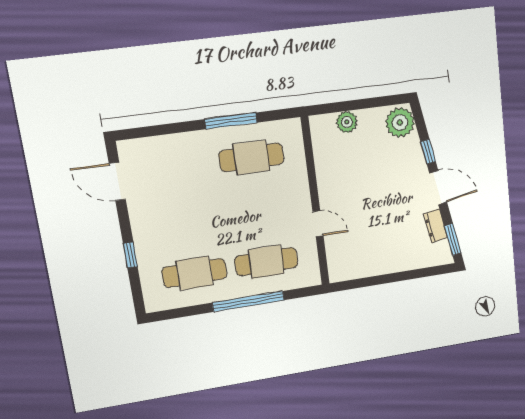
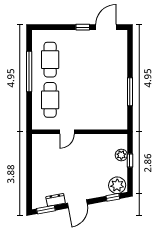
window: (354, 105) -> (130, 160), added
window: (428, 151) -> (113, 197), moved
cafe table: (251, 157) -> (109, 100), removed
window: (130, 255) -> (83, 27), moved
window: (248, 301) -> (29, 71), moved

